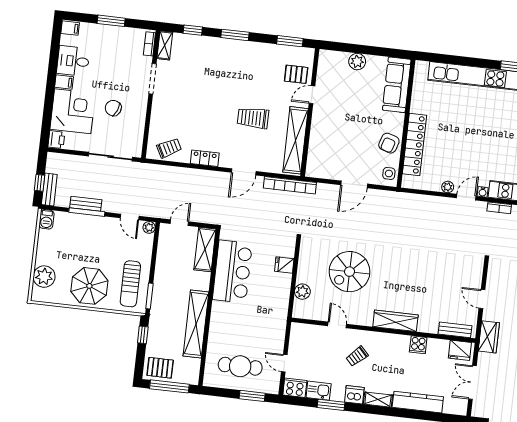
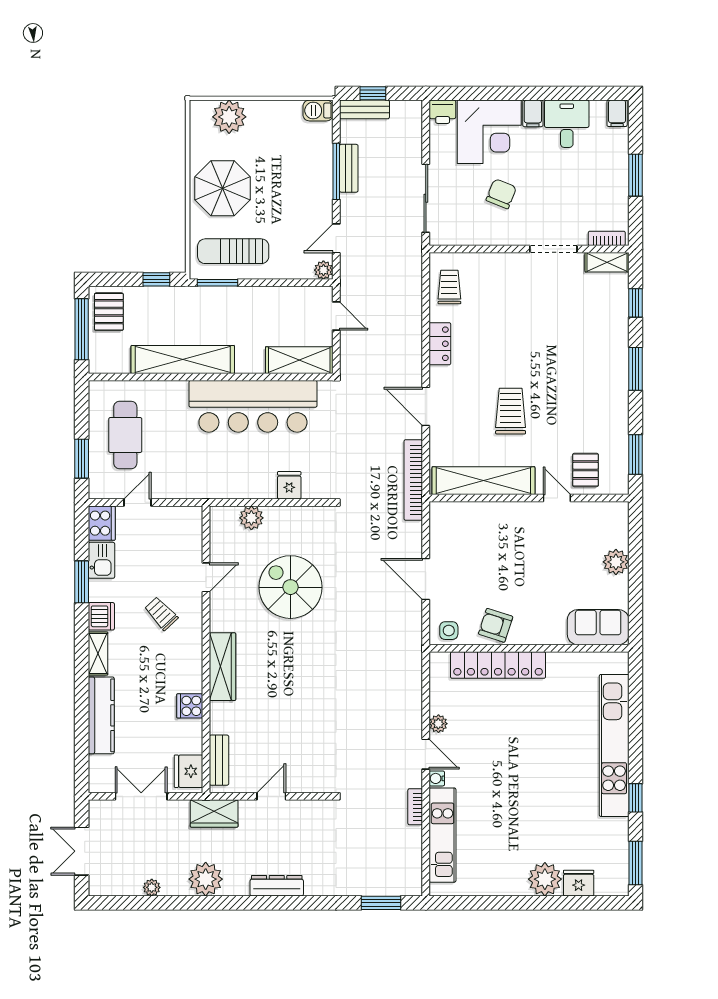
sofa: (397, 85) -> (598, 627), width x0.73
trolley: (169, 148) -> (449, 287), turned -152
bar counter: (232, 272) -> (253, 406), width x1.36

